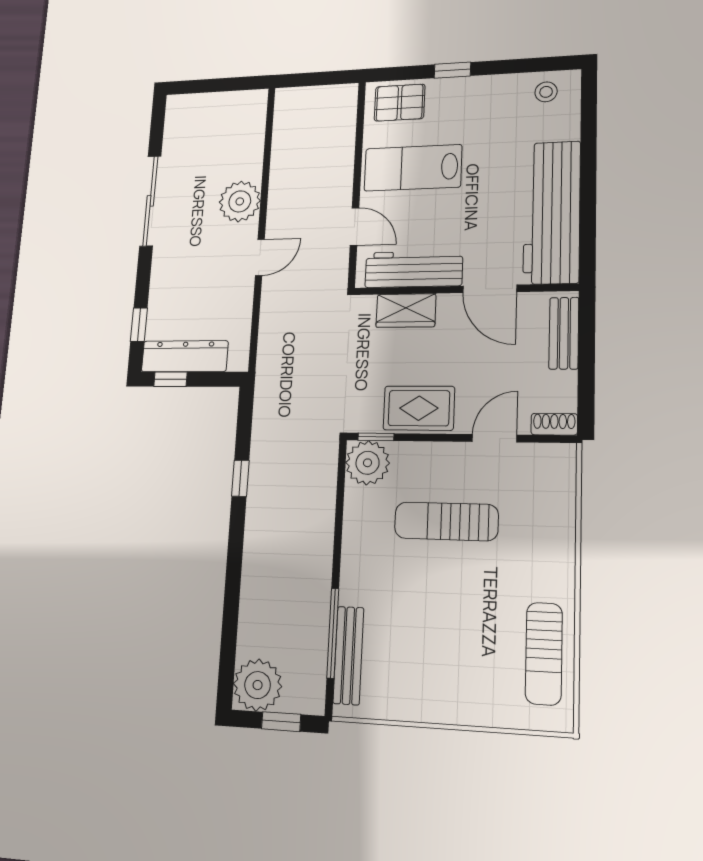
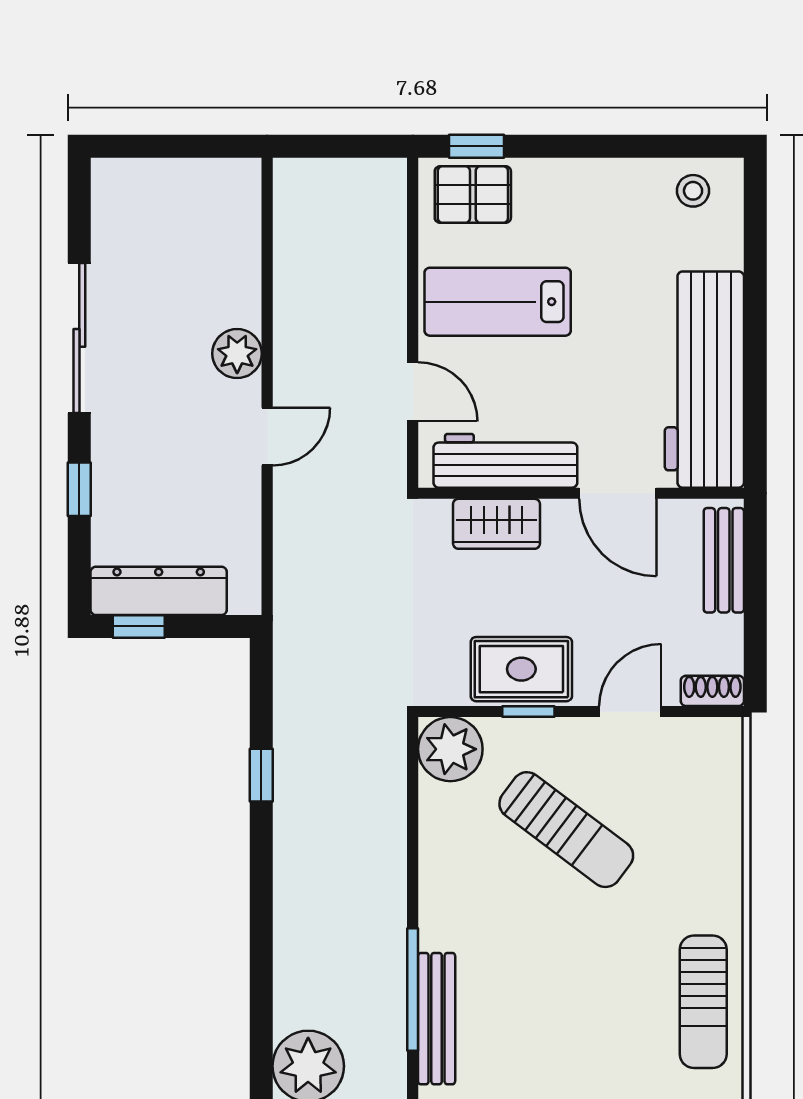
window: (452, 70) -> (477, 146), moved
plant: (240, 201) -> (237, 354), width x0.73, depth x0.73
window: (139, 325) -> (79, 489), moved
window: (376, 437) -> (528, 712), moved
sun lounger: (446, 521) -> (566, 830), turned -143

